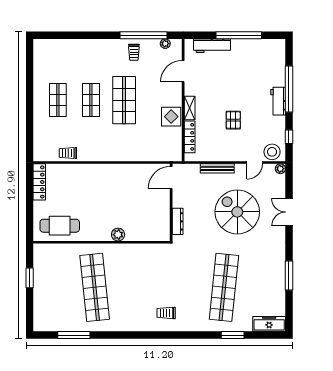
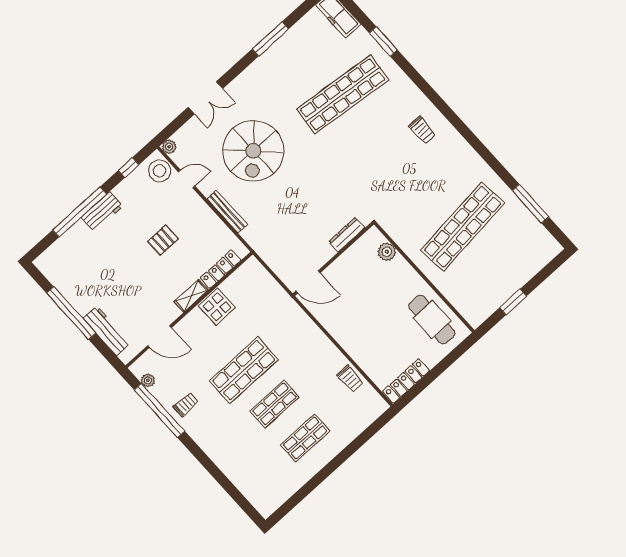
door: (171, 177) -> (308, 282), moved
wall: (171, 202) -> (333, 259), moved
dresser: (178, 221) -> (347, 235), moved

